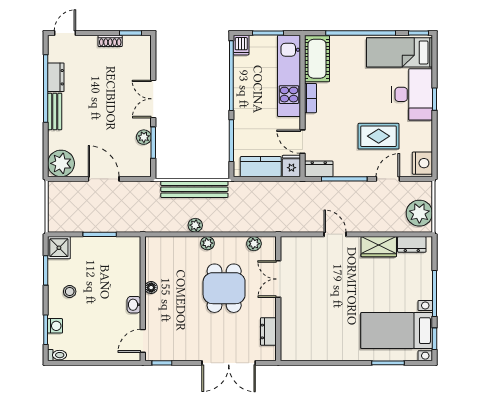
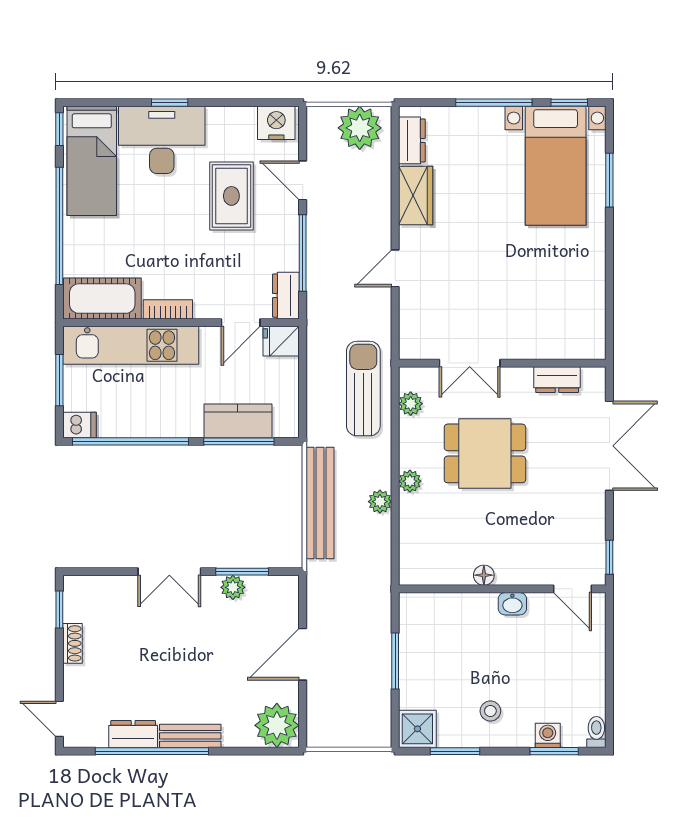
kitchen counter: (261, 167) -> (238, 421), moved, turned 90
sun lounger: (263, 215) -> (363, 389), added

